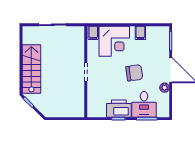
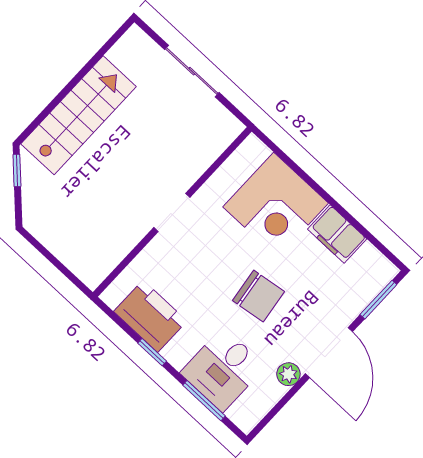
filing cabinet: (93, 33) -> (252, 154), removed
filing cabinet: (140, 33) -> (337, 234), width x2.00
printer: (119, 109) -> (150, 316), moved

